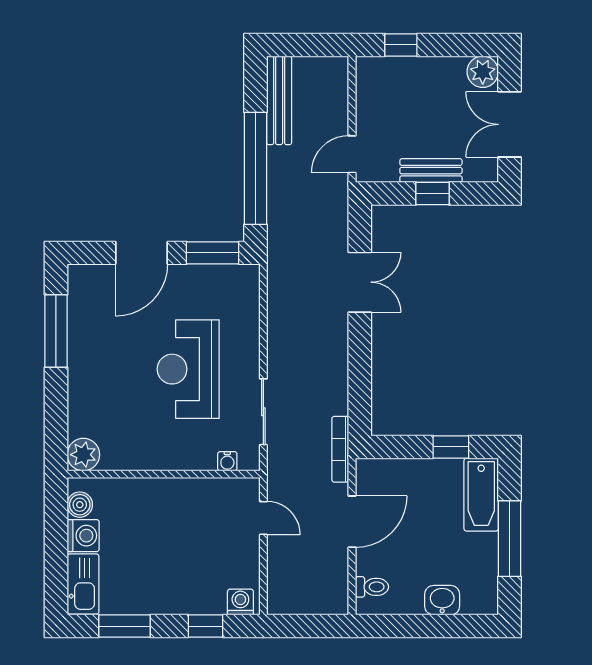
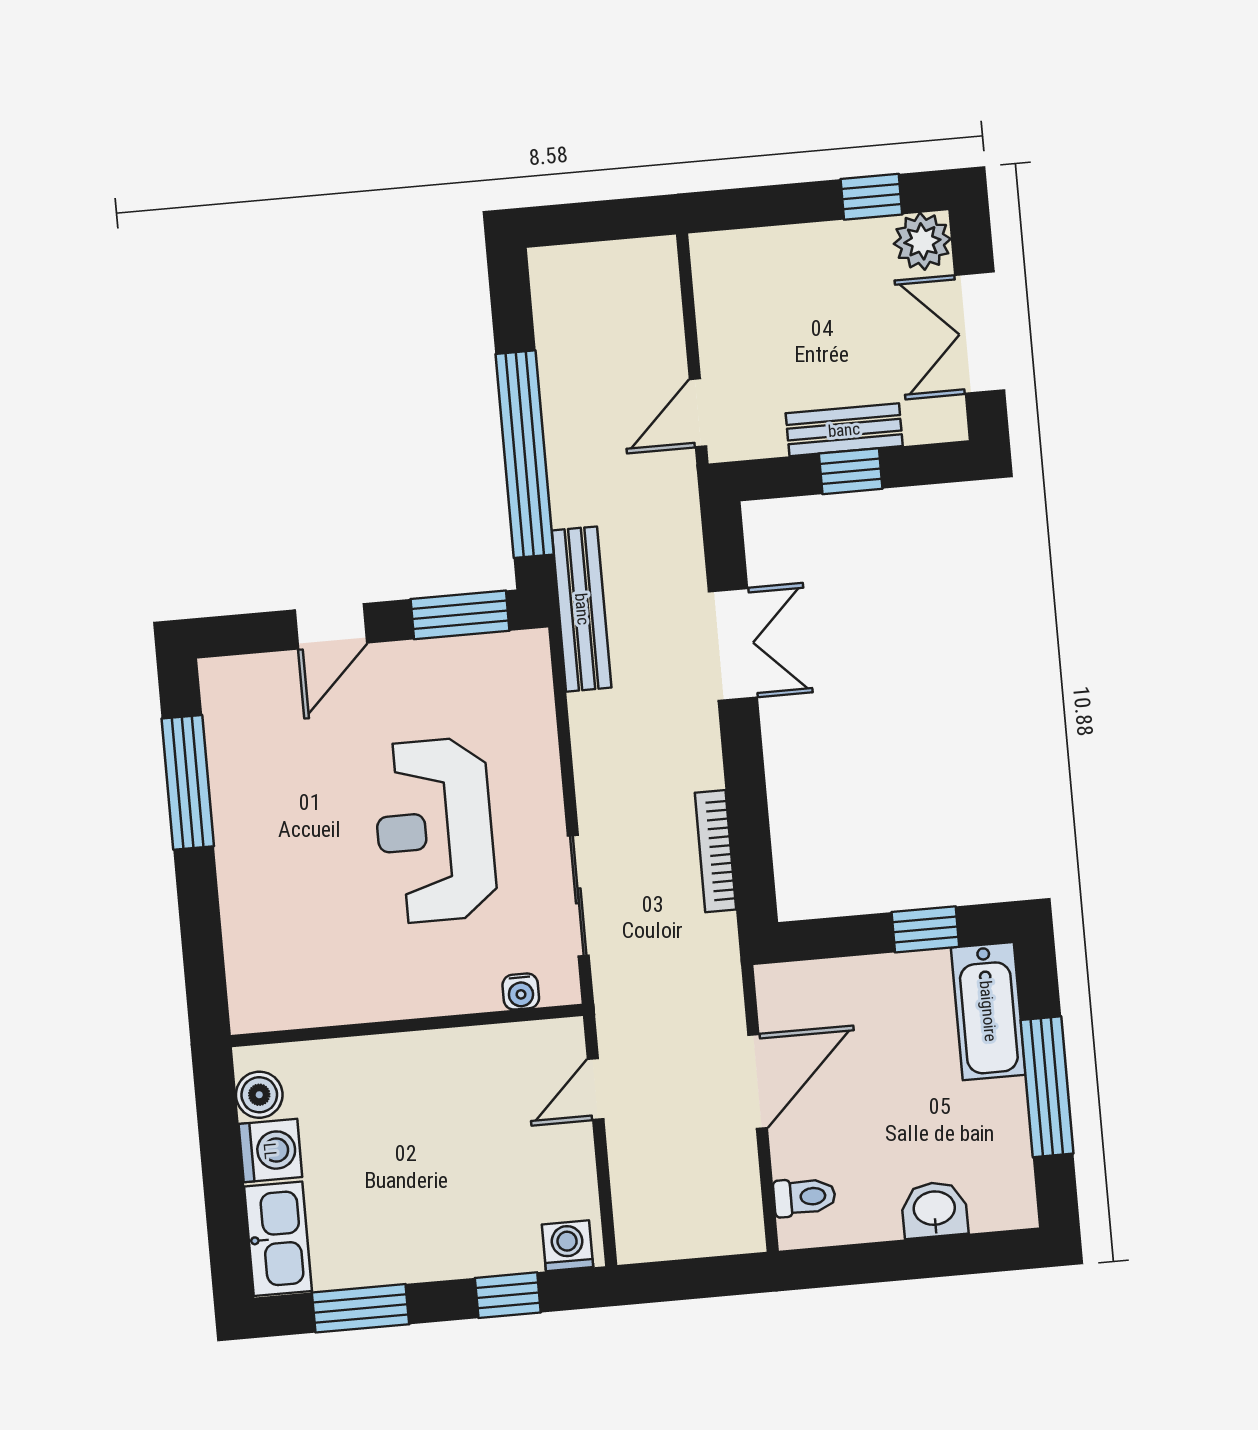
window: (401, 45) -> (871, 197), moved
bench: (279, 100) -> (582, 609), moved
door: (142, 253) -> (331, 626), width x0.73
bookcase: (340, 449) -> (715, 851), moved
plant: (83, 455) -> (258, 1003), removed
door: (263, 518) -> (596, 1089), swing flipped

